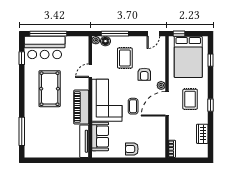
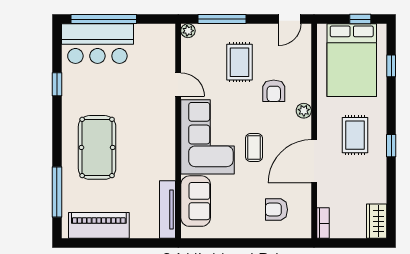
window: (179, 34) -> (360, 19), moved
floor lamp: (105, 41) -> (205, 32), removed
window: (22, 58) -> (57, 84), moved
door: (90, 71) -> (178, 85), swing flipped
pool table: (50, 89) -> (97, 147), moved
door: (167, 104) -> (314, 161), moved
piano: (81, 107) -> (99, 225), moved, turned 90
wardrobe: (202, 134) -> (377, 221), moved
armchair: (132, 149) -> (276, 210), moved

